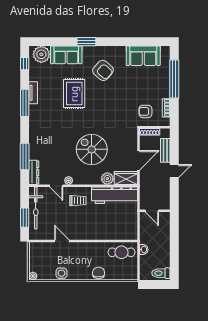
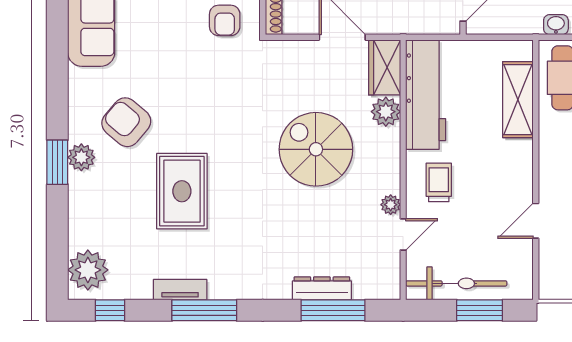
plant: (88, 52) -> (81, 157), added
sofa: (66, 55) -> (89, 210), removed
armchair: (103, 70) -> (126, 122), turned -91
rug: (74, 94) -> (182, 191), turned 90
spiral stairs: (92, 149) -> (316, 149), turned 90
dresser: (34, 172) -> (322, 288), moved
shelving: (112, 234) -> (518, 100), added

